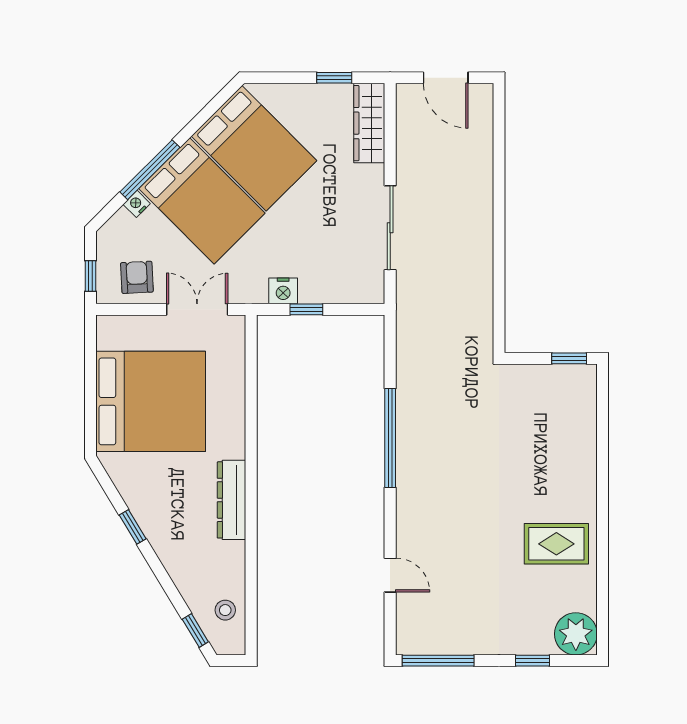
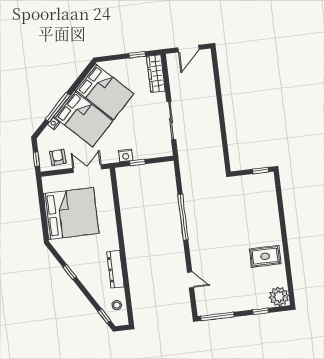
door: (446, 78) -> (188, 49), hinge flipped
dresser: (232, 500) -> (115, 269), moved

